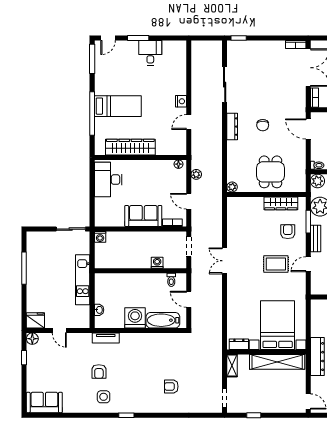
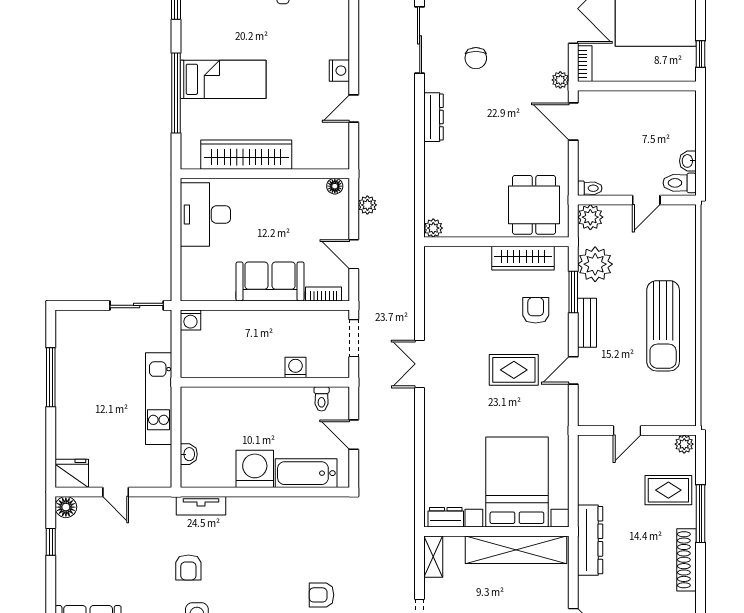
plant: (301, 106) -> (560, 80), added
chair: (263, 125) -> (476, 58), moved
dining table: (271, 172) -> (534, 205), moved

